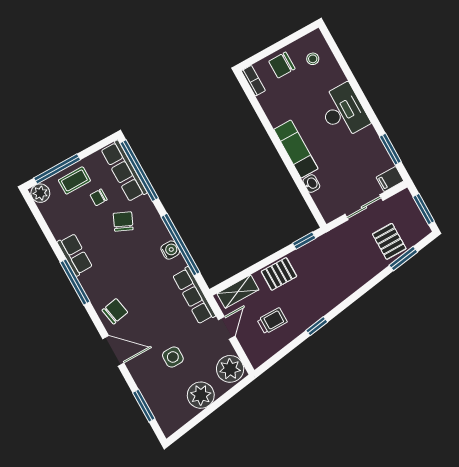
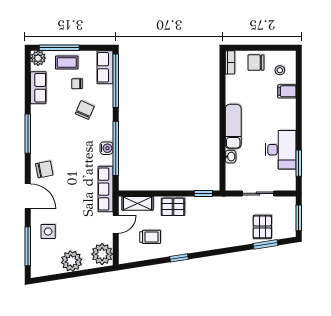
desk: (343, 111) -> (281, 150), moved
row of seats: (124, 171) -> (105, 67), width x0.68
filing cabinet: (390, 179) -> (287, 91), moved
row of seats: (75, 255) -> (38, 88), moved
side table: (173, 357) -> (48, 231), moved
window: (144, 406) -> (28, 246), width x1.44

